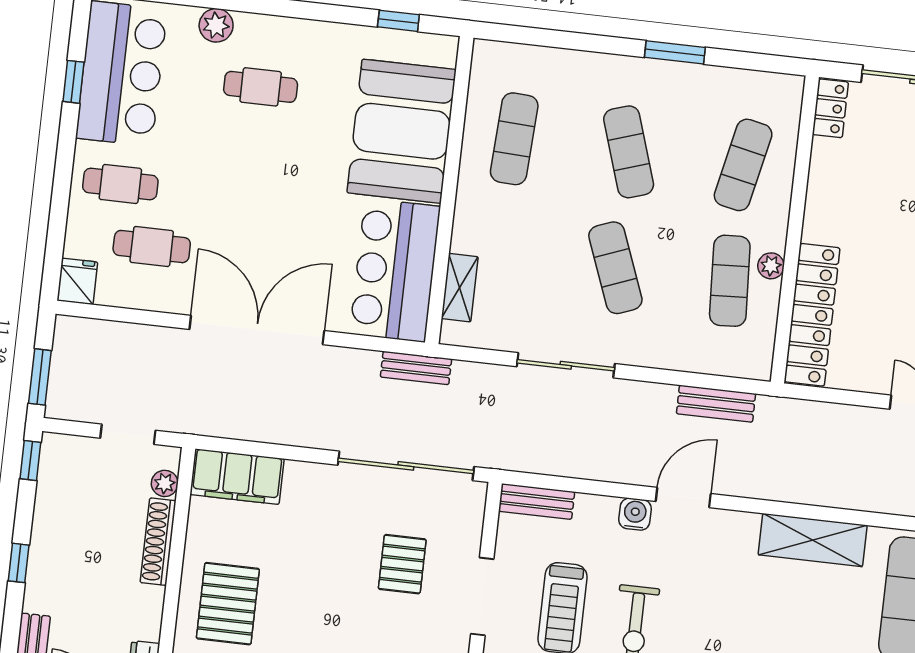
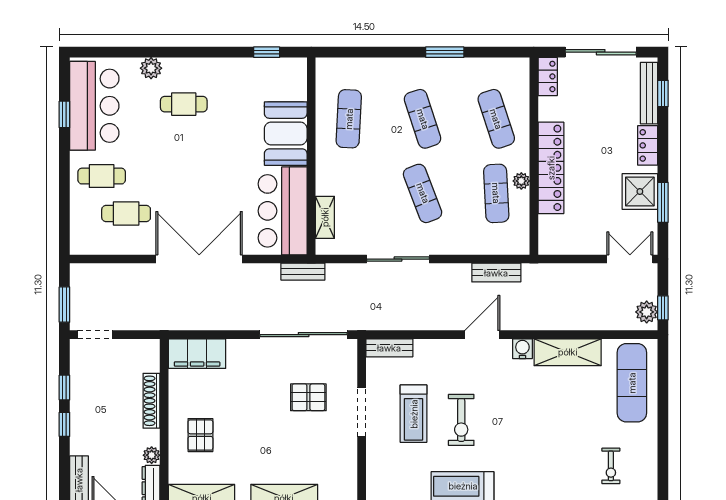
booth: (402, 131) -> (286, 134), width x0.73, depth x0.70
exercise mat: (743, 165) -> (496, 119), turned -30
fridge: (77, 281) -> (81, 241), removed
locker: (812, 315) -> (551, 168), moved
doorway: (128, 434) -> (95, 335), moved
window: (30, 461) -> (64, 388), moved
plant: (165, 483) -> (152, 455), moved
water cooler: (635, 514) -> (522, 349), moved
pallet: (402, 564) -> (308, 397), turned 90
pallet: (228, 604) -> (200, 435), width x0.67, depth x0.71

